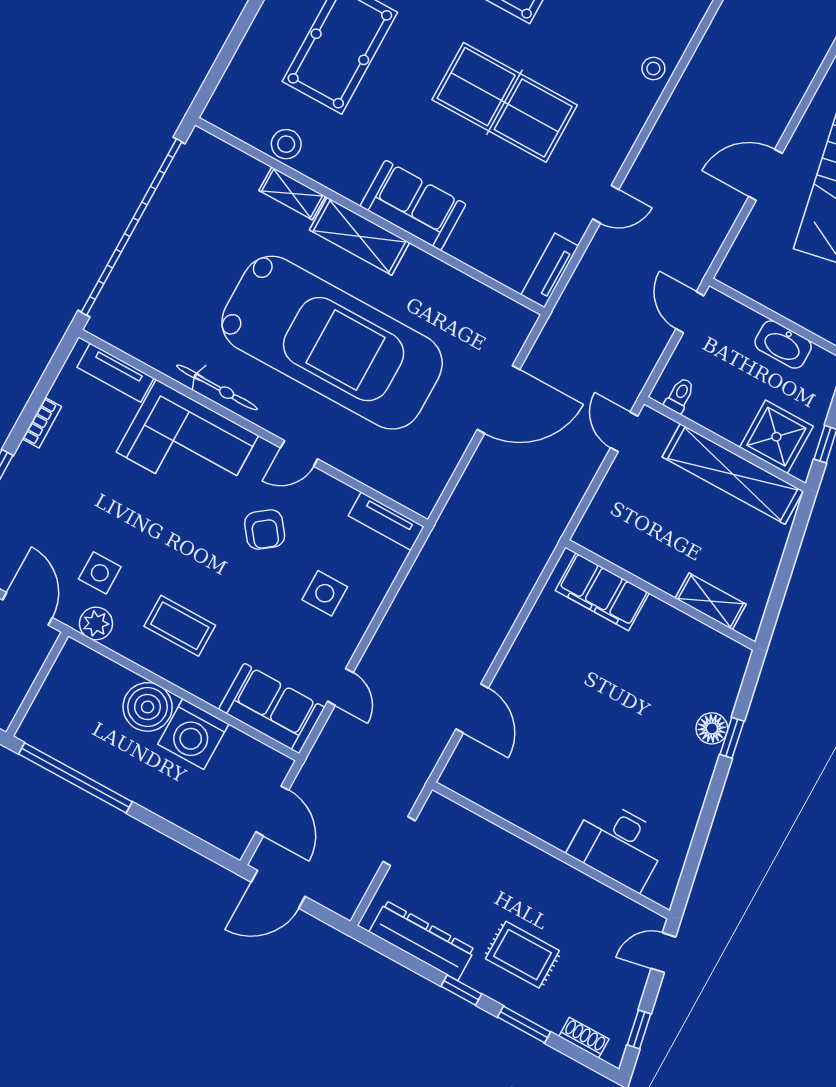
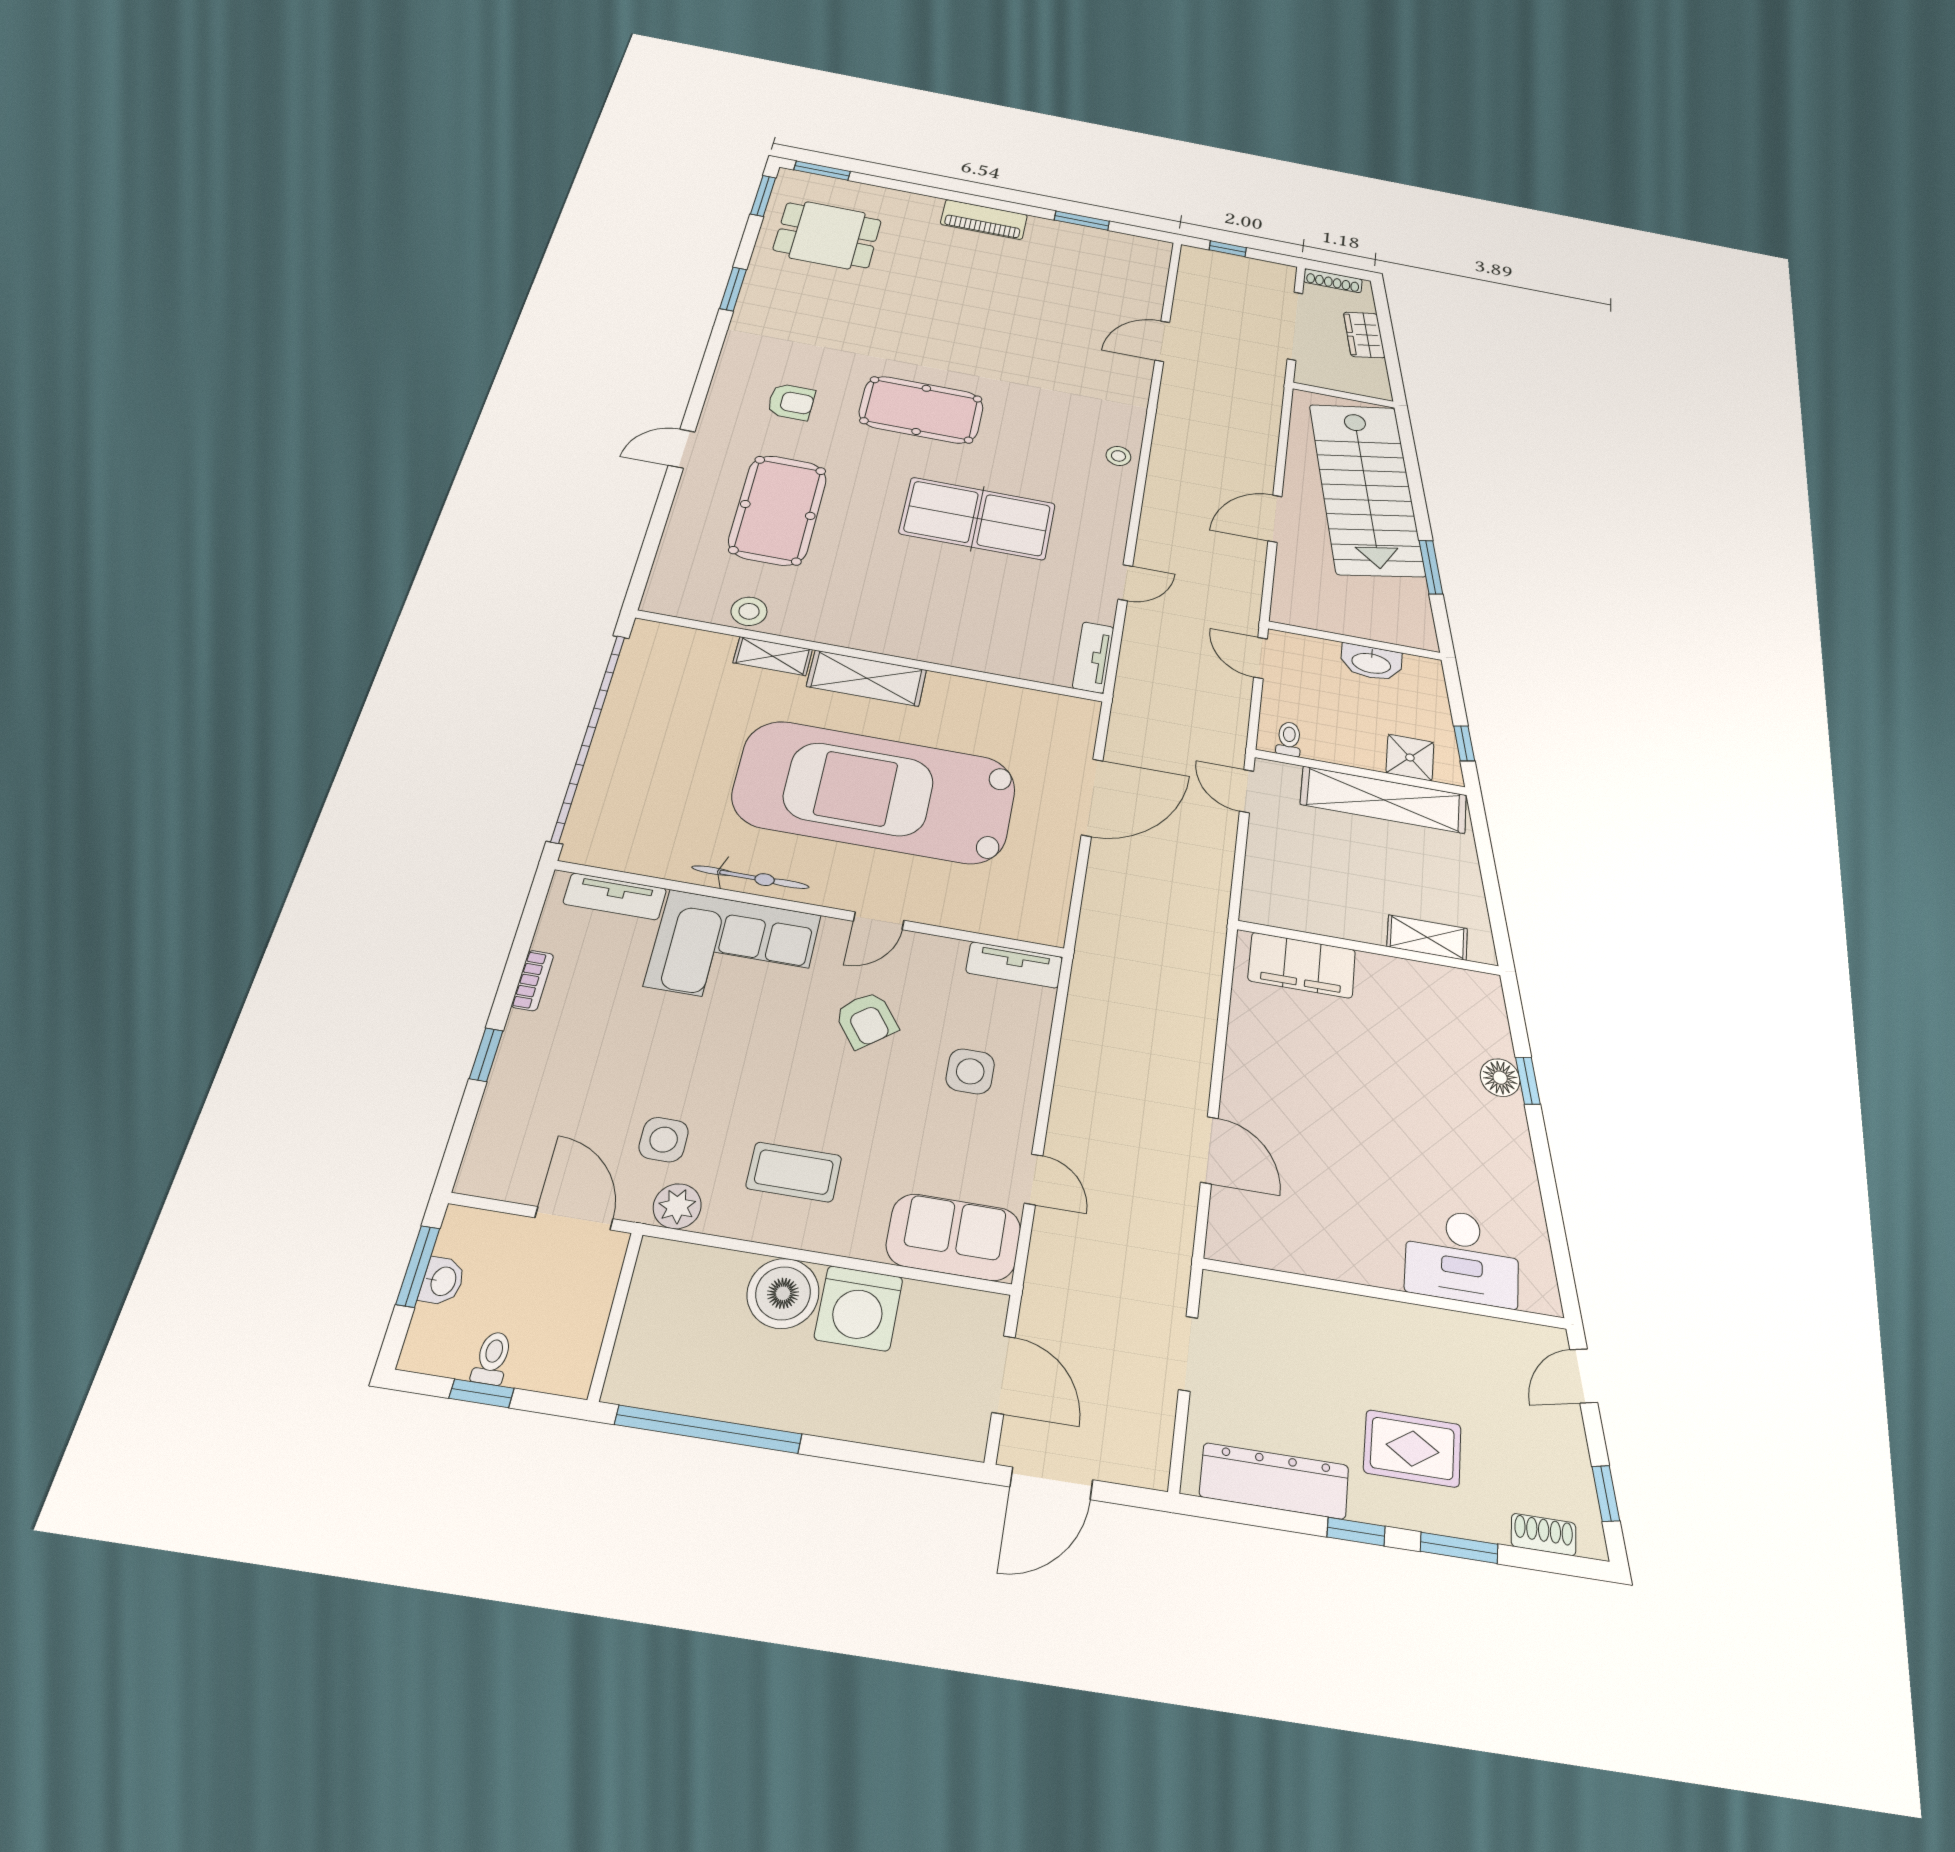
sofa: (413, 205) -> (916, 634), removed
car: (332, 343) -> (875, 792), turned 180
shower: (776, 437) -> (1410, 758), width x0.73, depth x0.73

